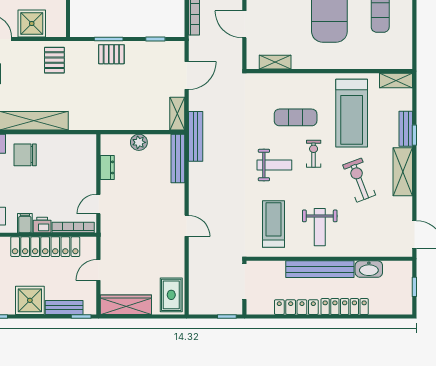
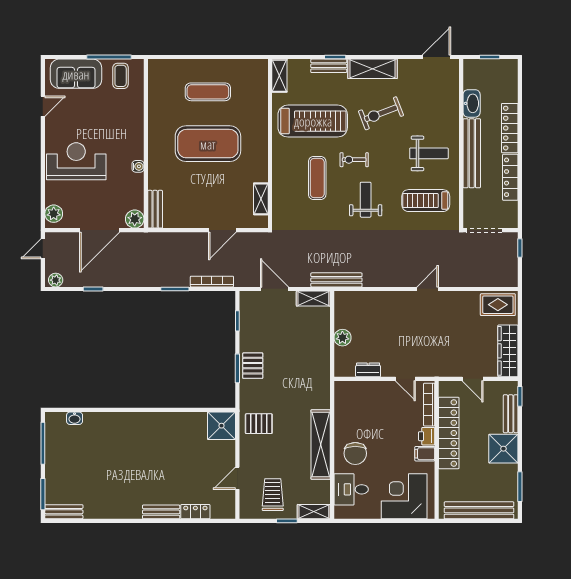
shower: (32, 23) -> (221, 426), moved
bench: (178, 158) -> (359, 298), removed

